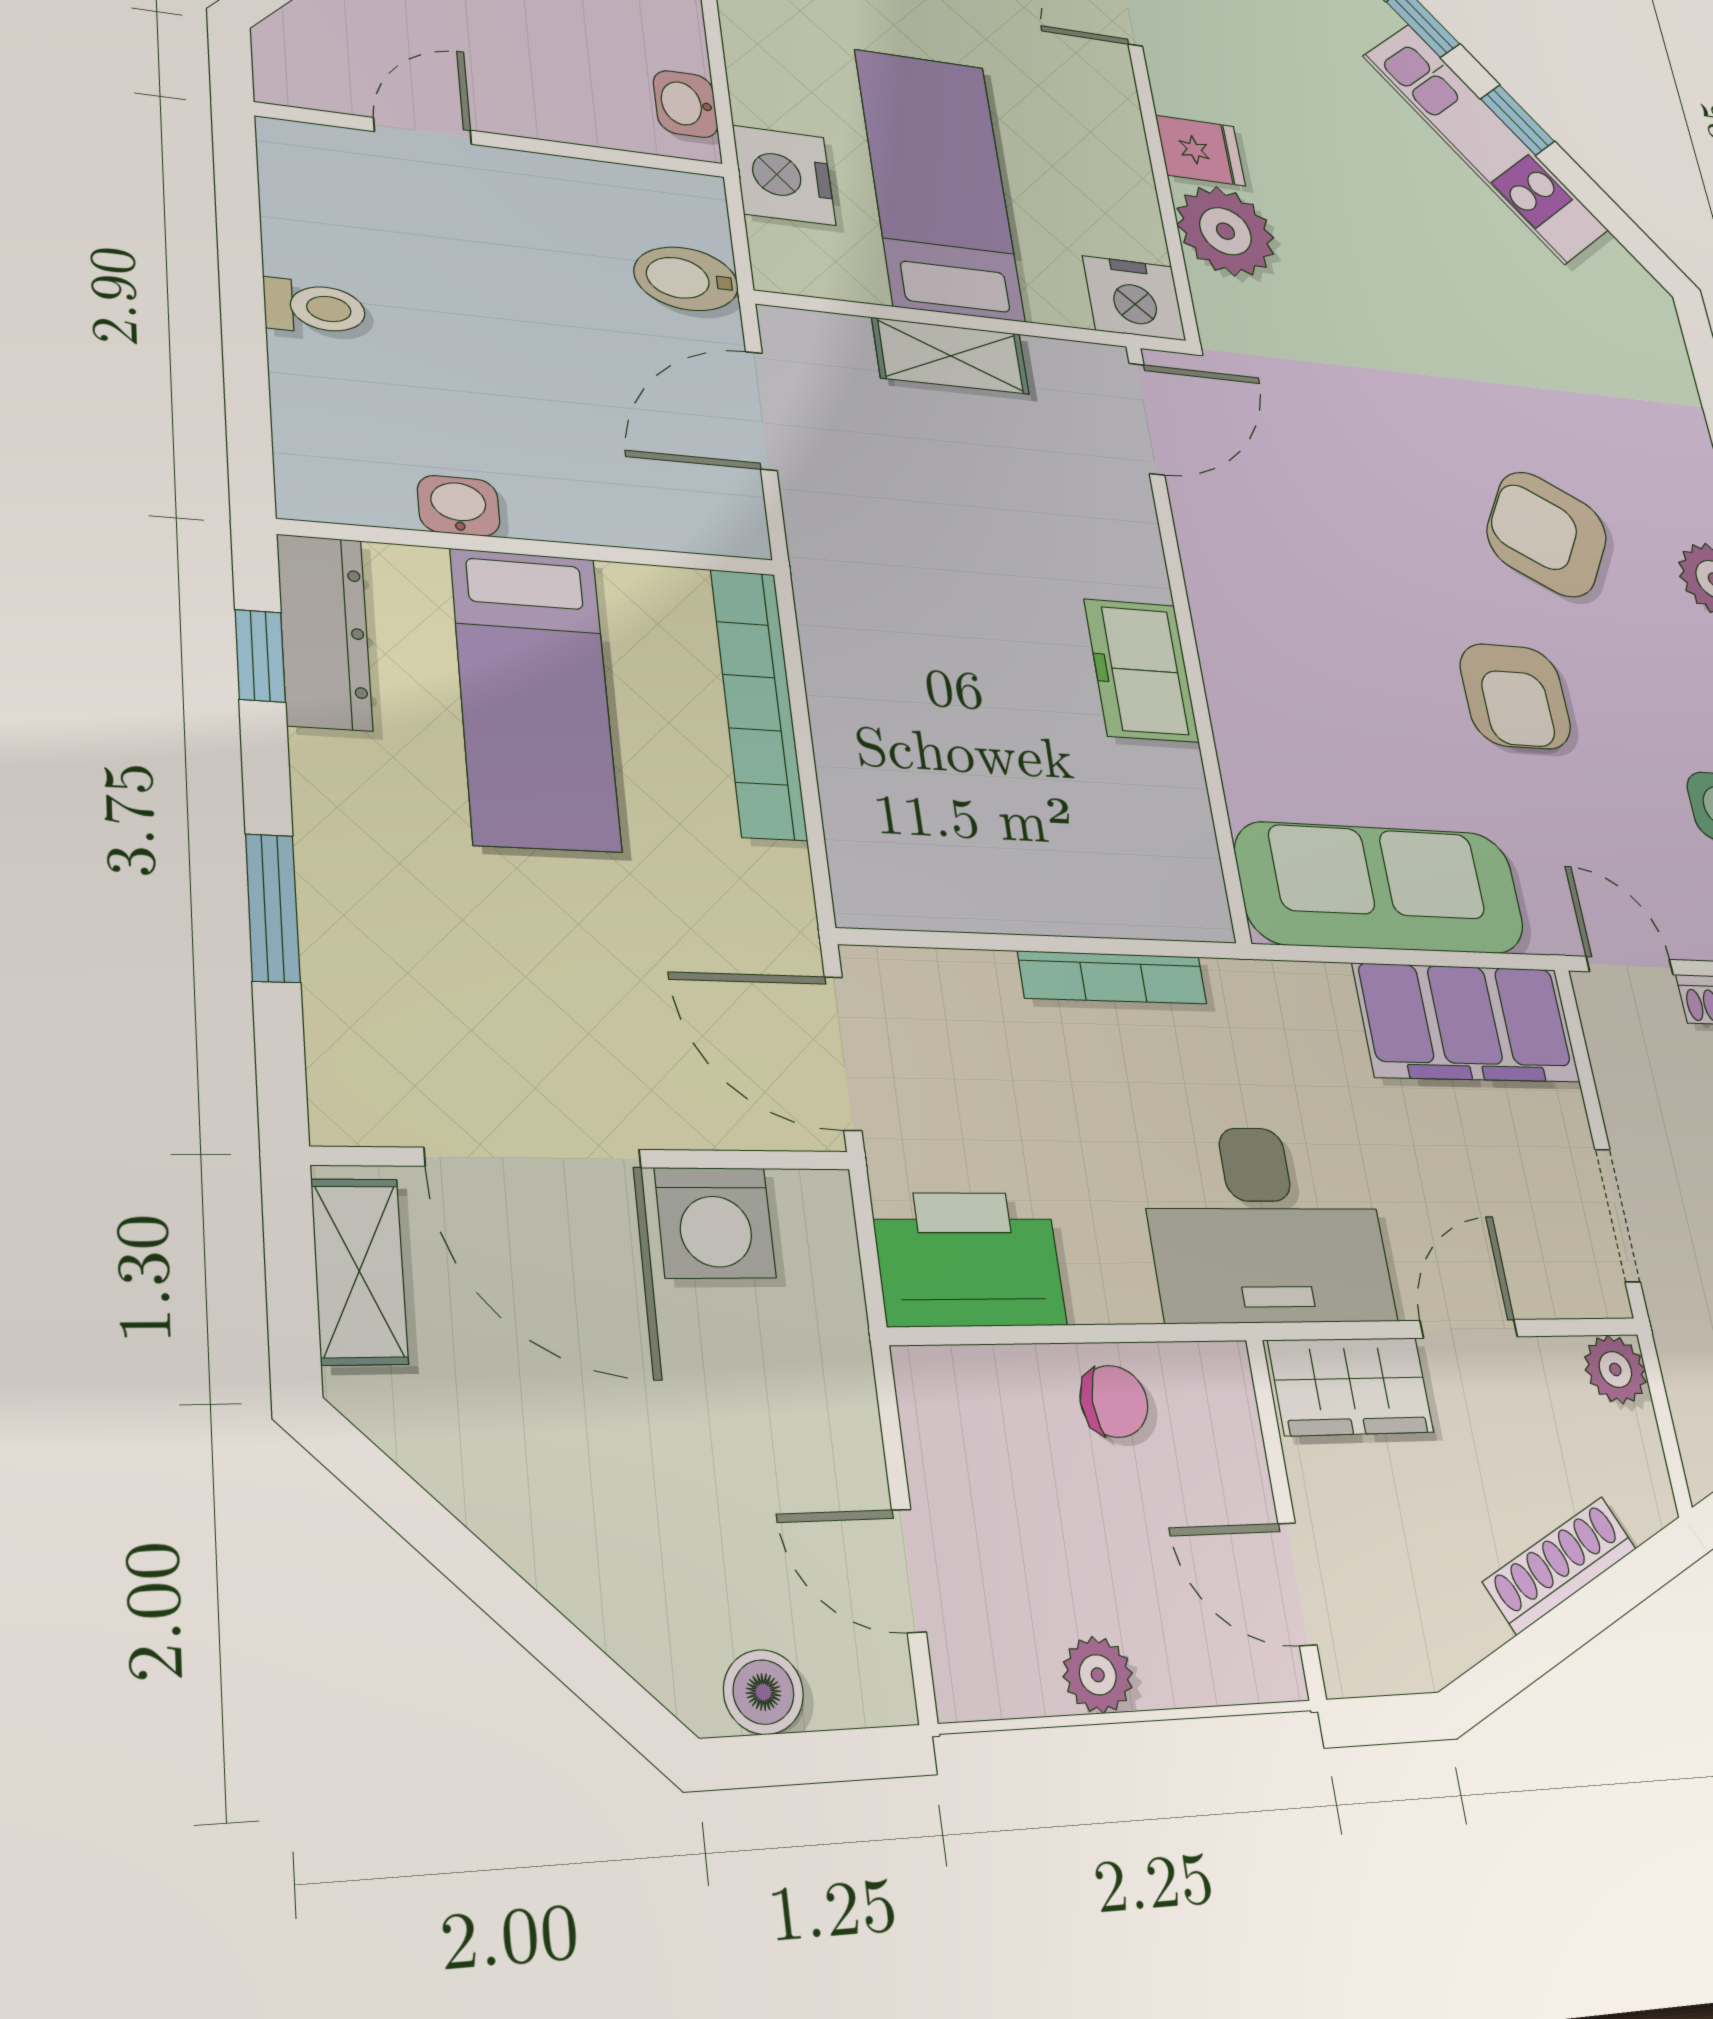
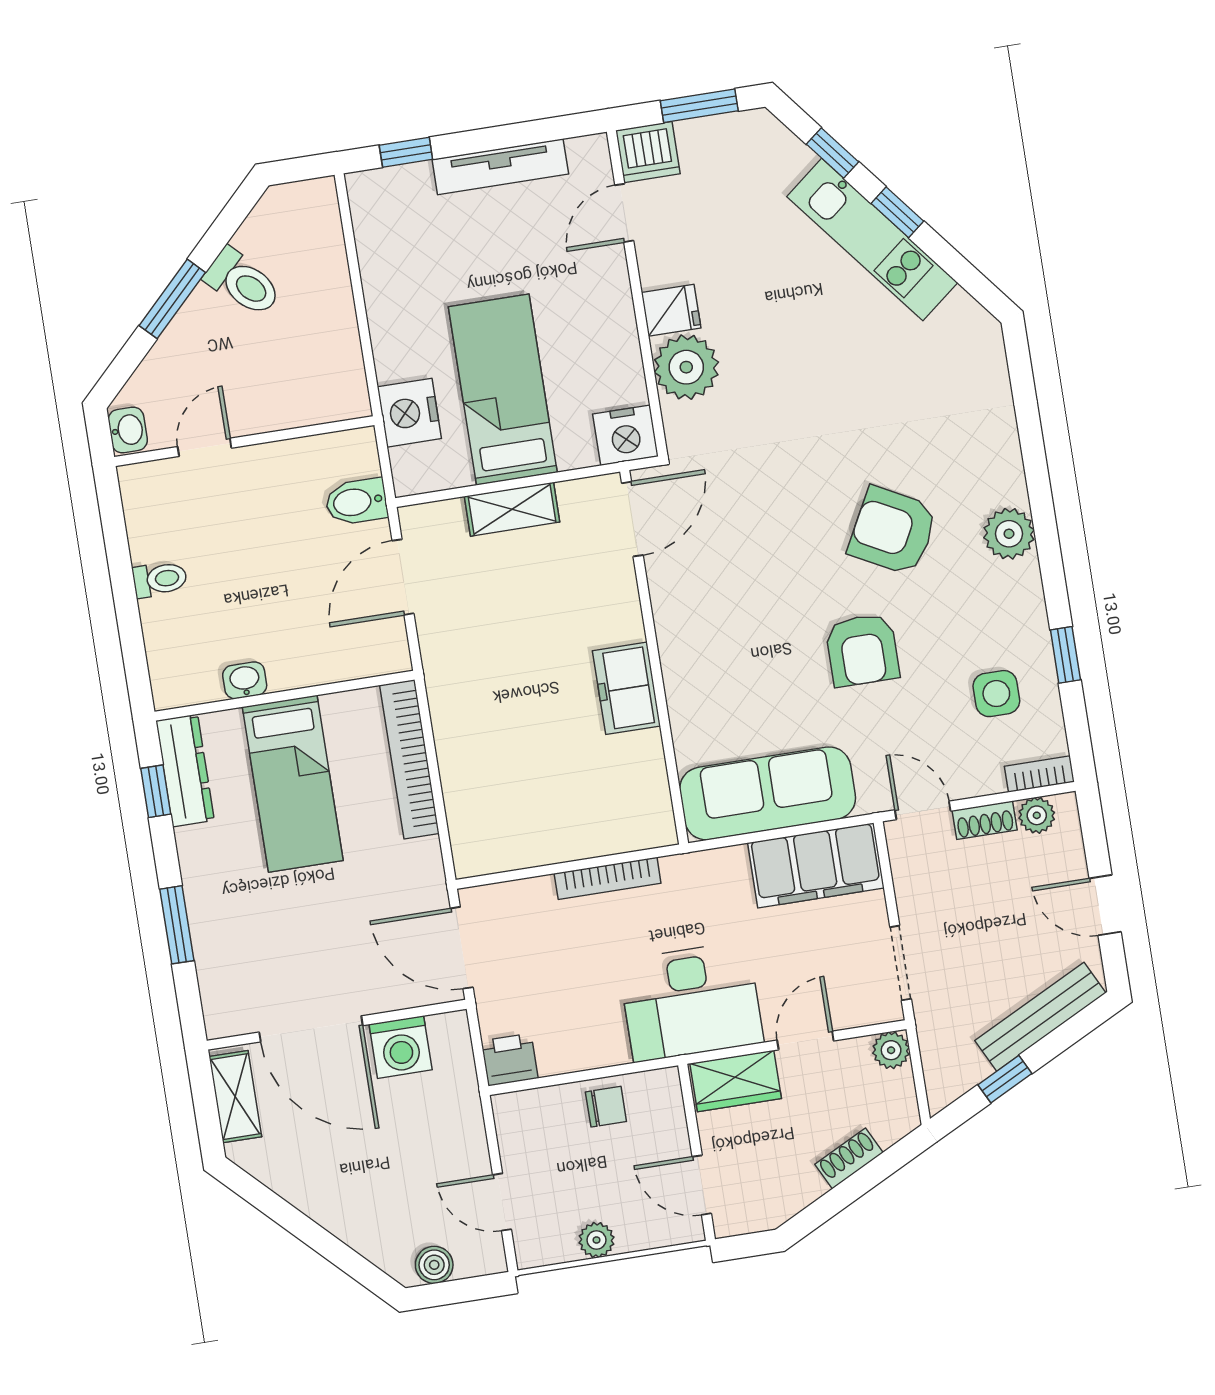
washbasin: (686, 104) -> (128, 430), moved, turned 180
printer: (969, 1259) -> (510, 1060), width x0.53, depth x0.68
shoe rack: (1560, 1565) -> (849, 1158), width x0.70

